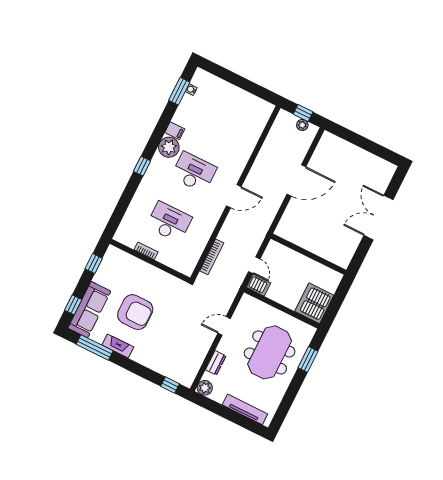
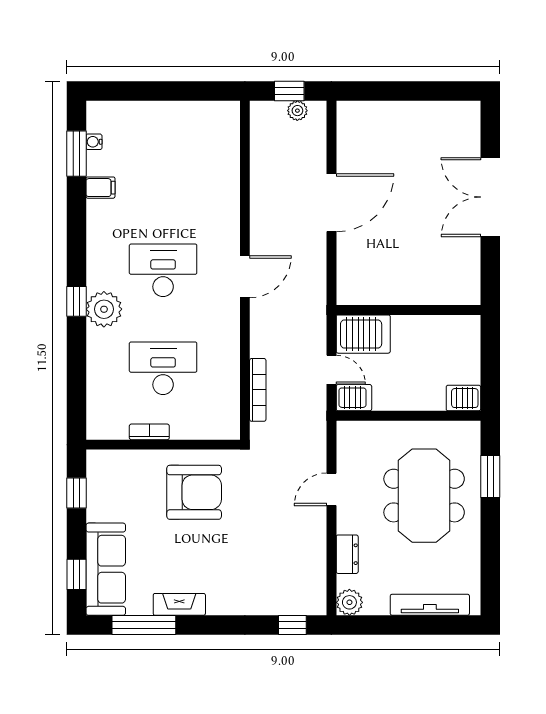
filing cabinet: (175, 131) -> (100, 188), moved
plant: (169, 147) -> (104, 309), moved
server rack: (279, 255) -> (363, 334), added
server rack: (314, 303) -> (463, 398), width x0.46, depth x0.70
armchair: (135, 312) -> (194, 492), moved

